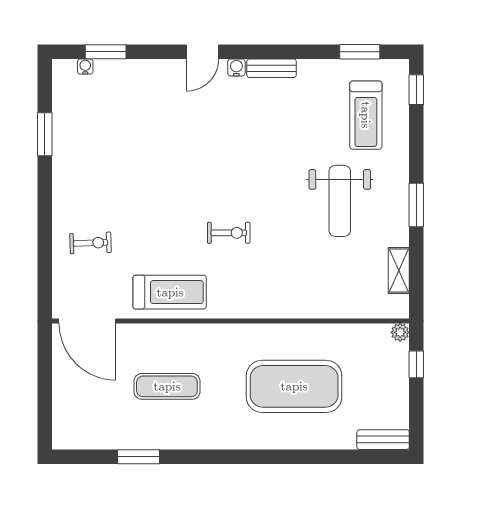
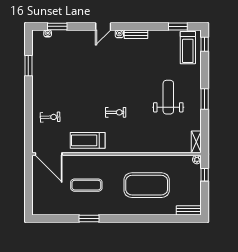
treadmill: (366, 115) -> (188, 48), moved
weight bench: (340, 201) -> (168, 97), turned 180
shelving: (399, 270) -> (196, 142), moved
treadmill: (170, 292) -> (88, 140), turned 180
window: (138, 457) -> (89, 218), moved

